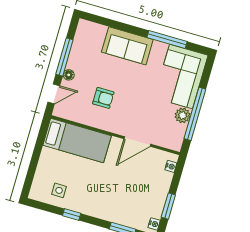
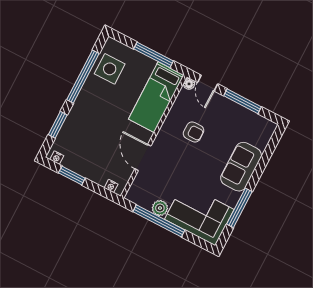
floor lamp: (69, 75) -> (189, 84), moved
armchair: (103, 98) -> (194, 132), turned -90
window: (37, 151) -> (153, 55), added
side table: (59, 190) -> (110, 69), width x1.87, depth x1.87
window: (72, 215) -> (83, 77), width x3.17

